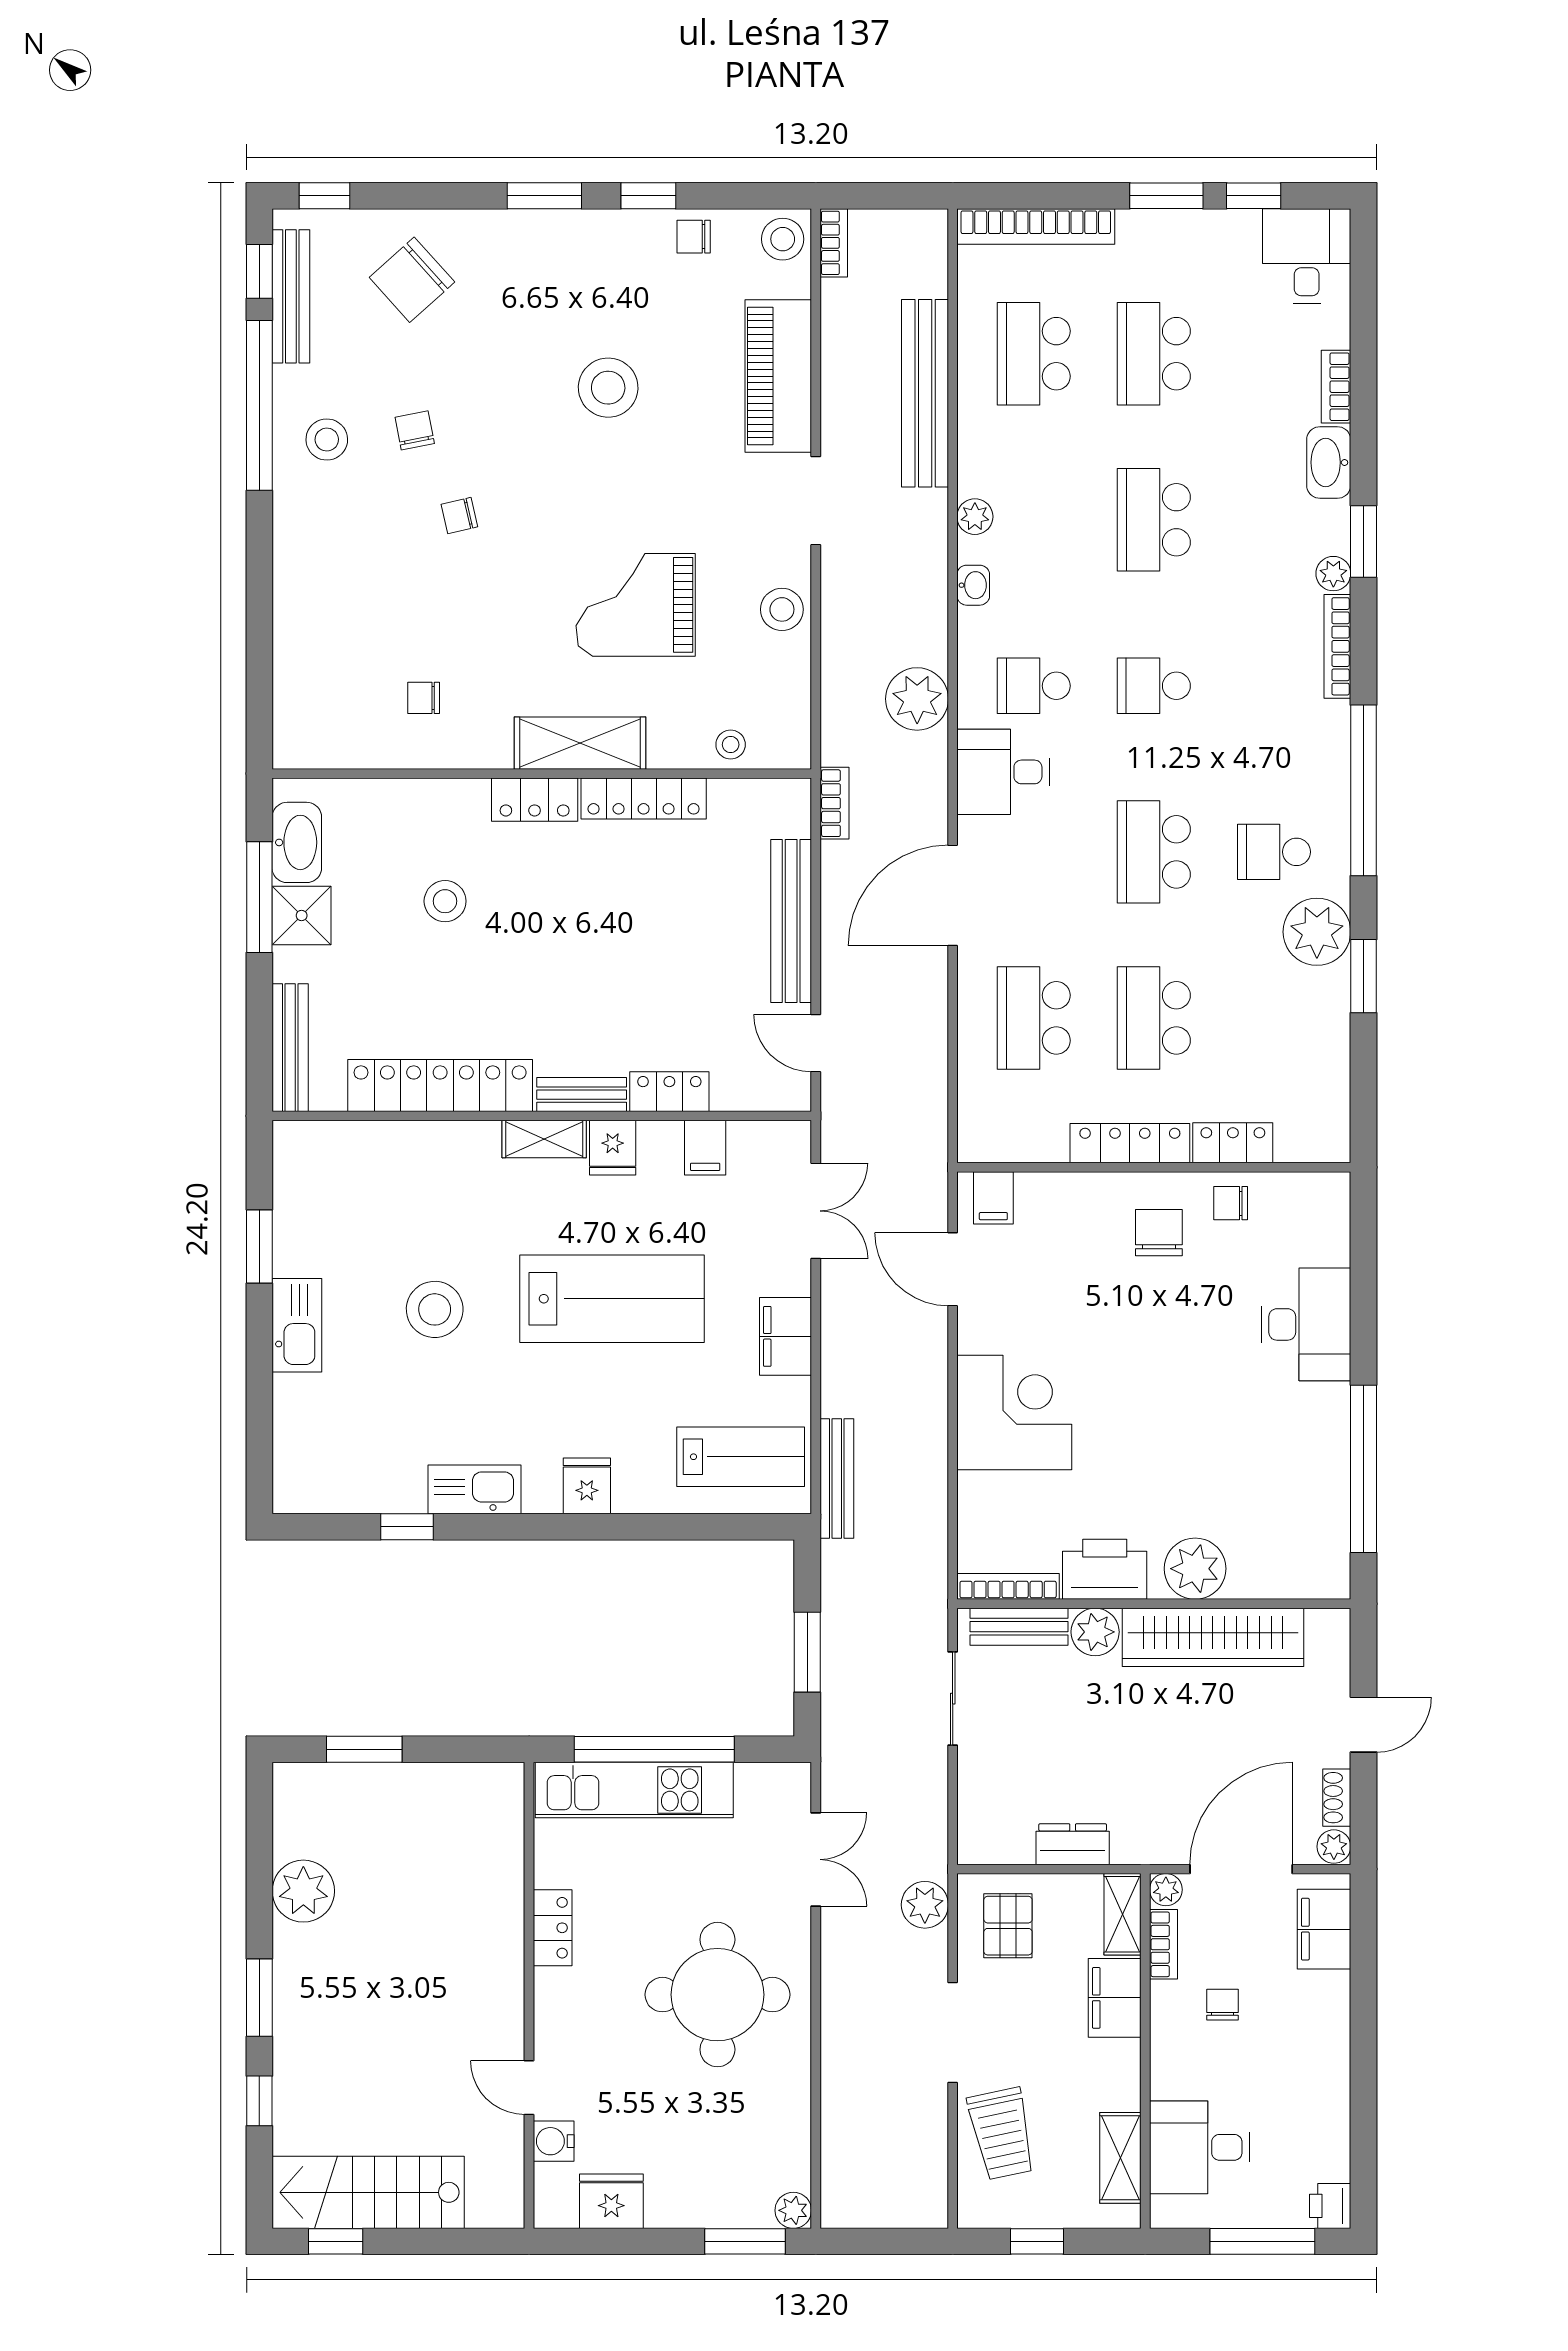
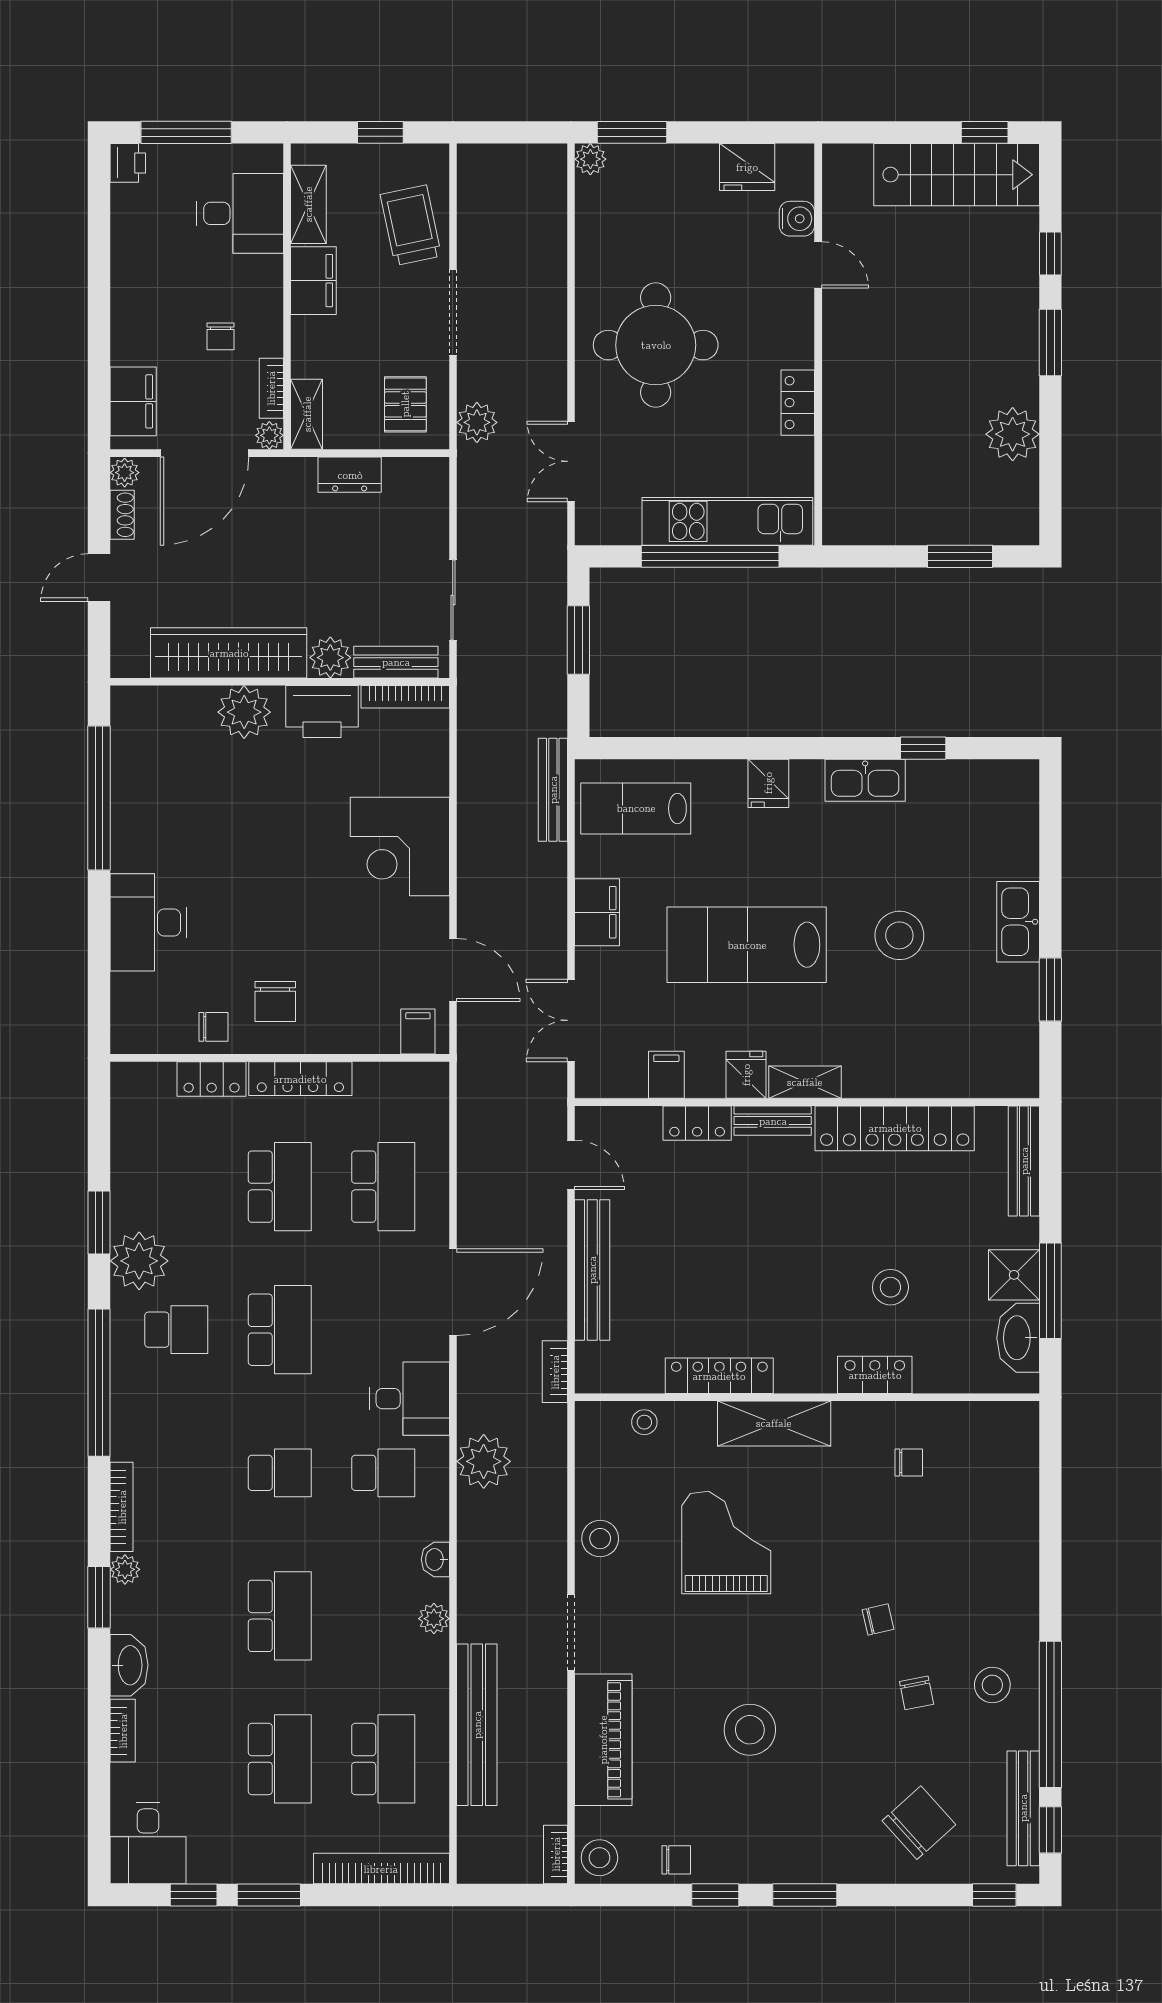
grand piano: (636, 605) -> (726, 1542), turned -90
locker: (535, 800) -> (875, 1375), moved
filing cabinet: (1115, 1998) -> (313, 281), moved

